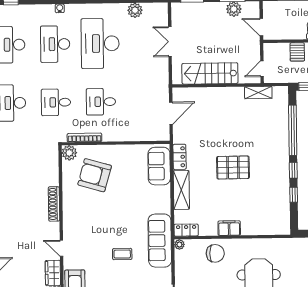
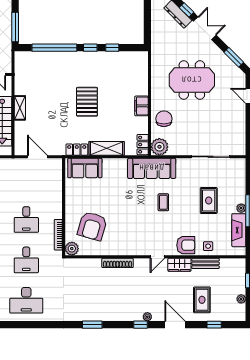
shelving: (258, 92) -> (20, 108), moved
plant: (179, 244) -> (159, 147), width x1.87, depth x1.87

